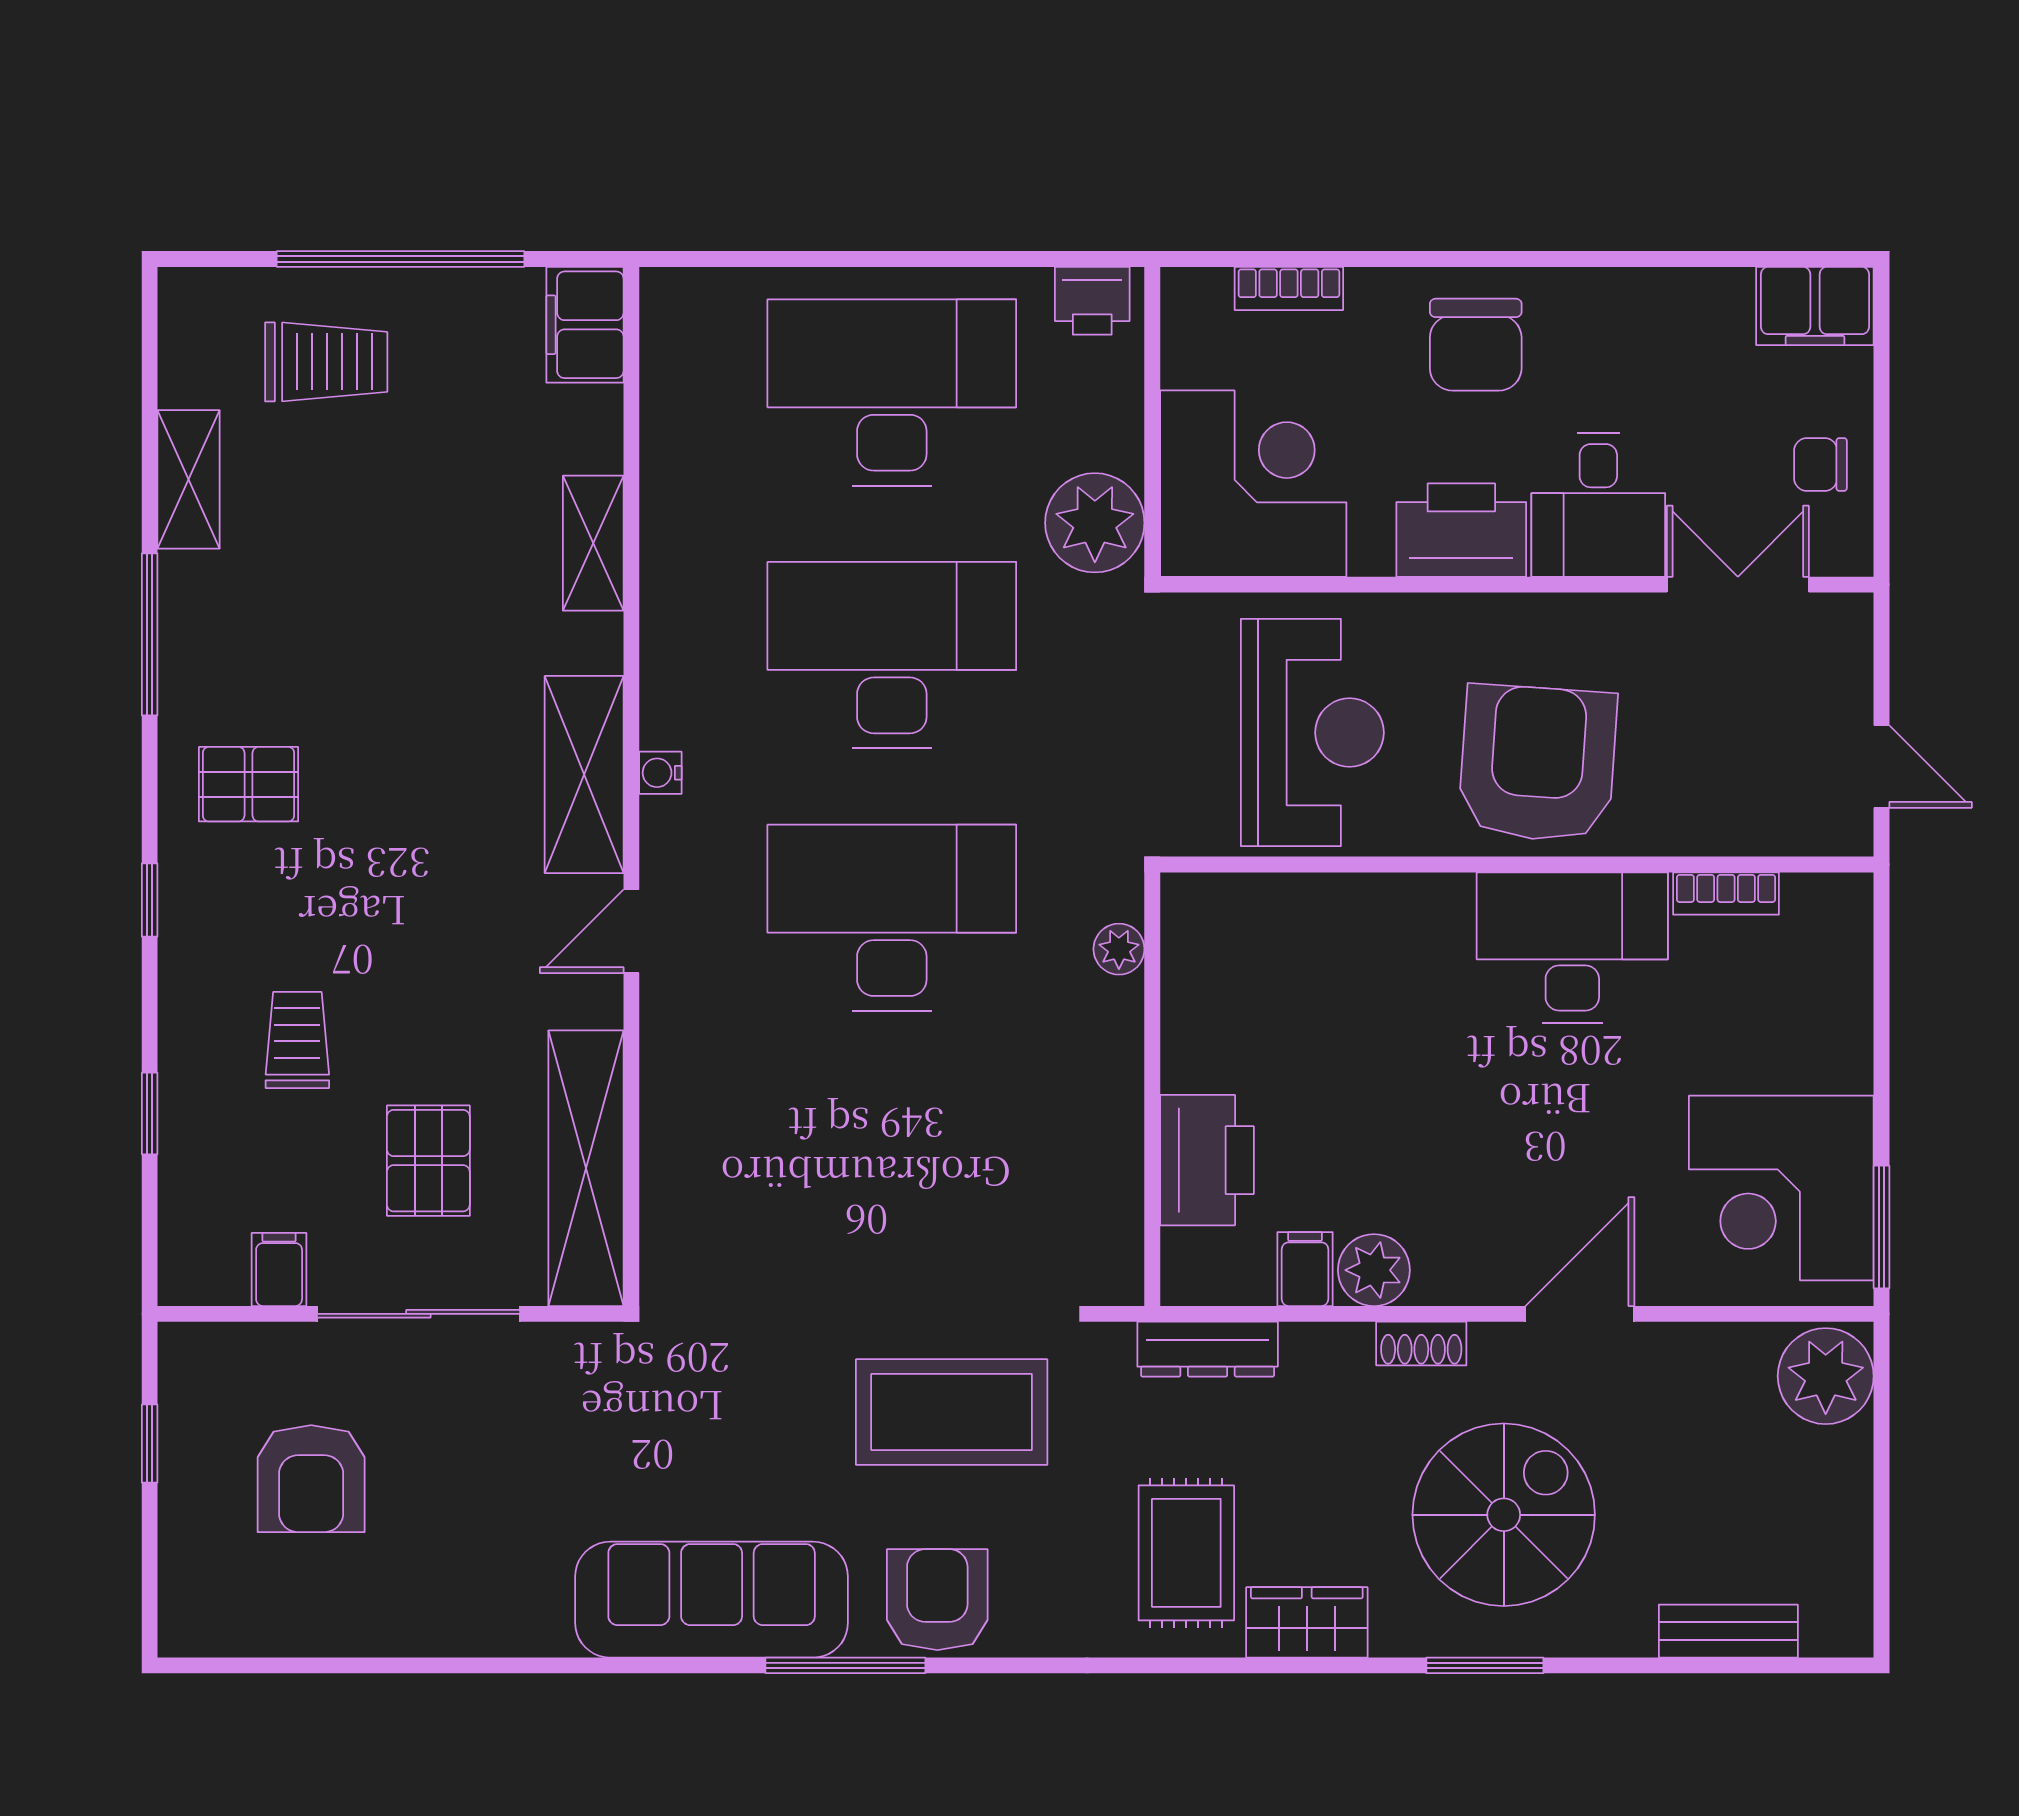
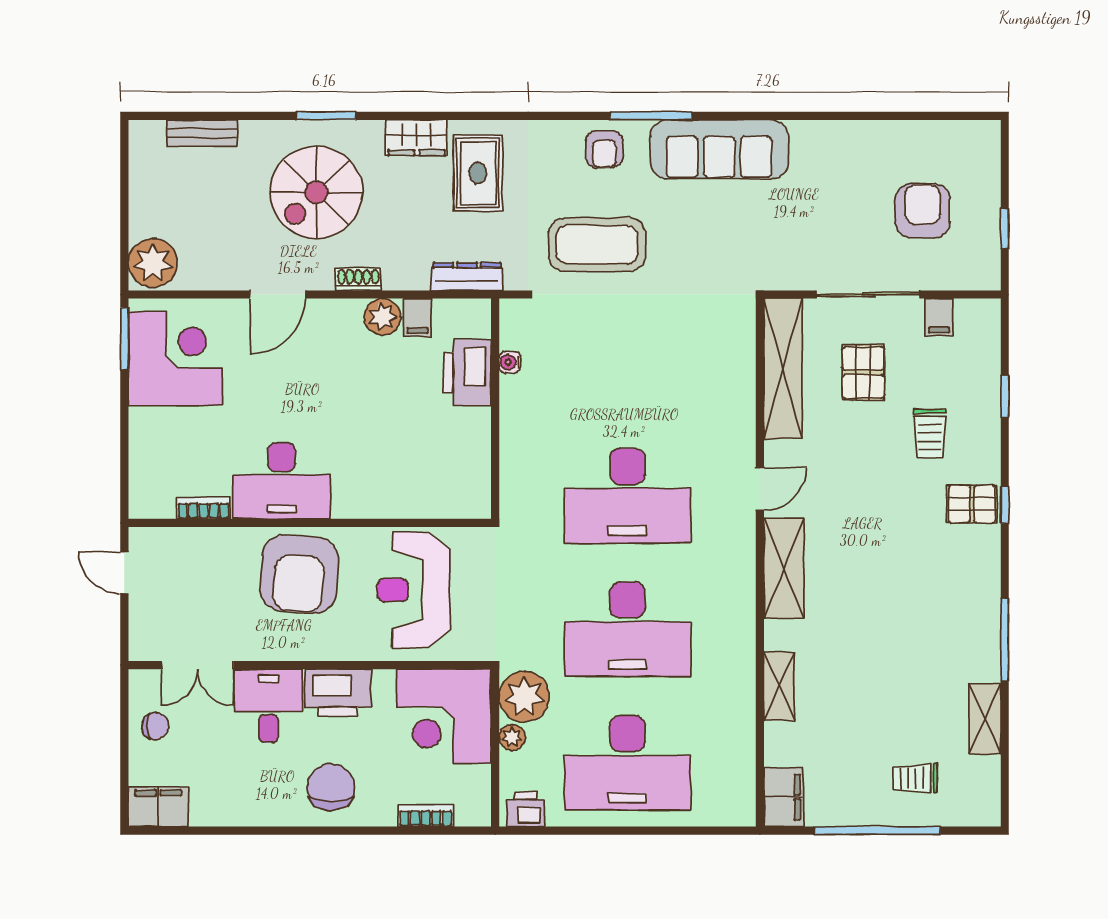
trolley: (326, 362) -> (915, 778), width x0.73, depth x0.72
water cooler: (660, 773) -> (510, 362), moved, turned 180
pallet: (248, 784) -> (972, 504), moved
plant: (1119, 949) -> (512, 737), moved
armchair: (937, 1600) -> (604, 149), width x0.72, depth x0.72

